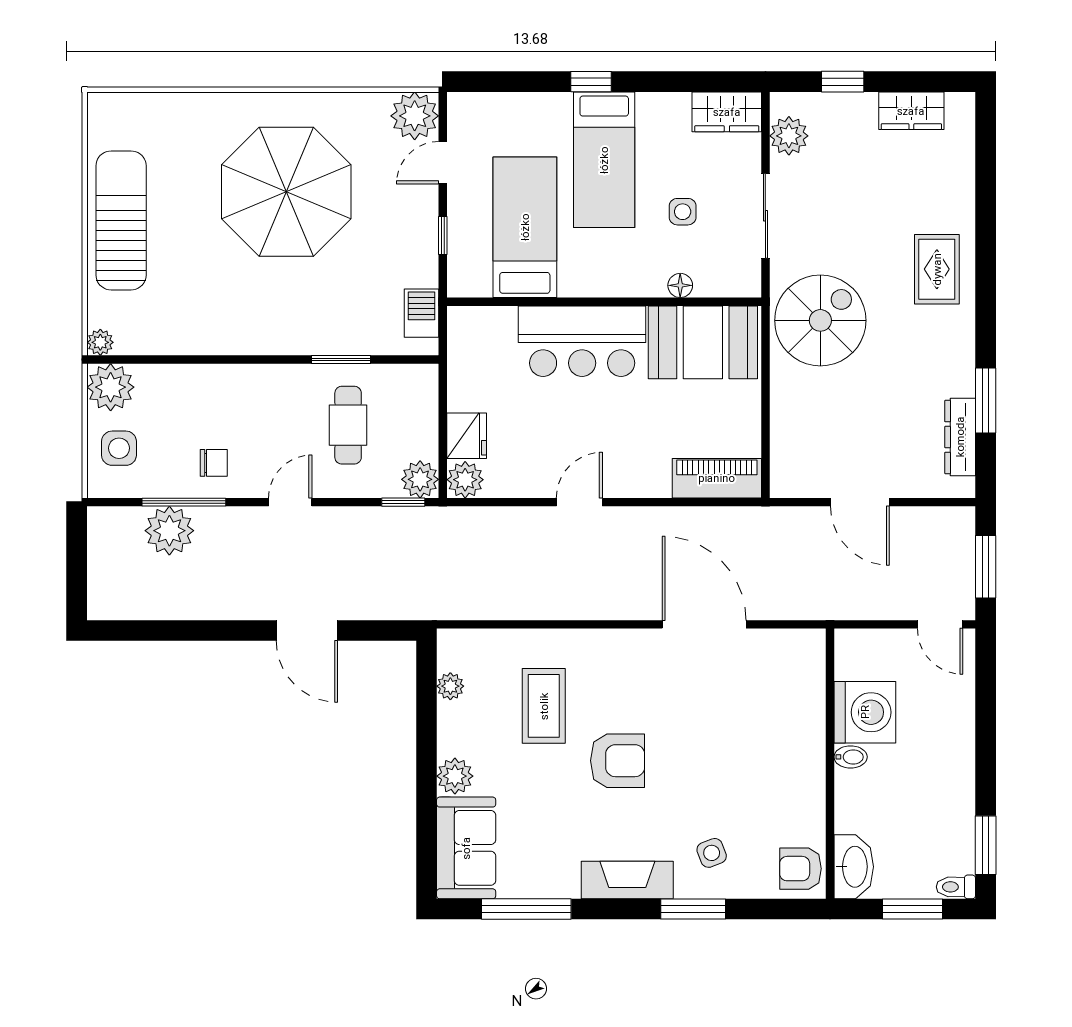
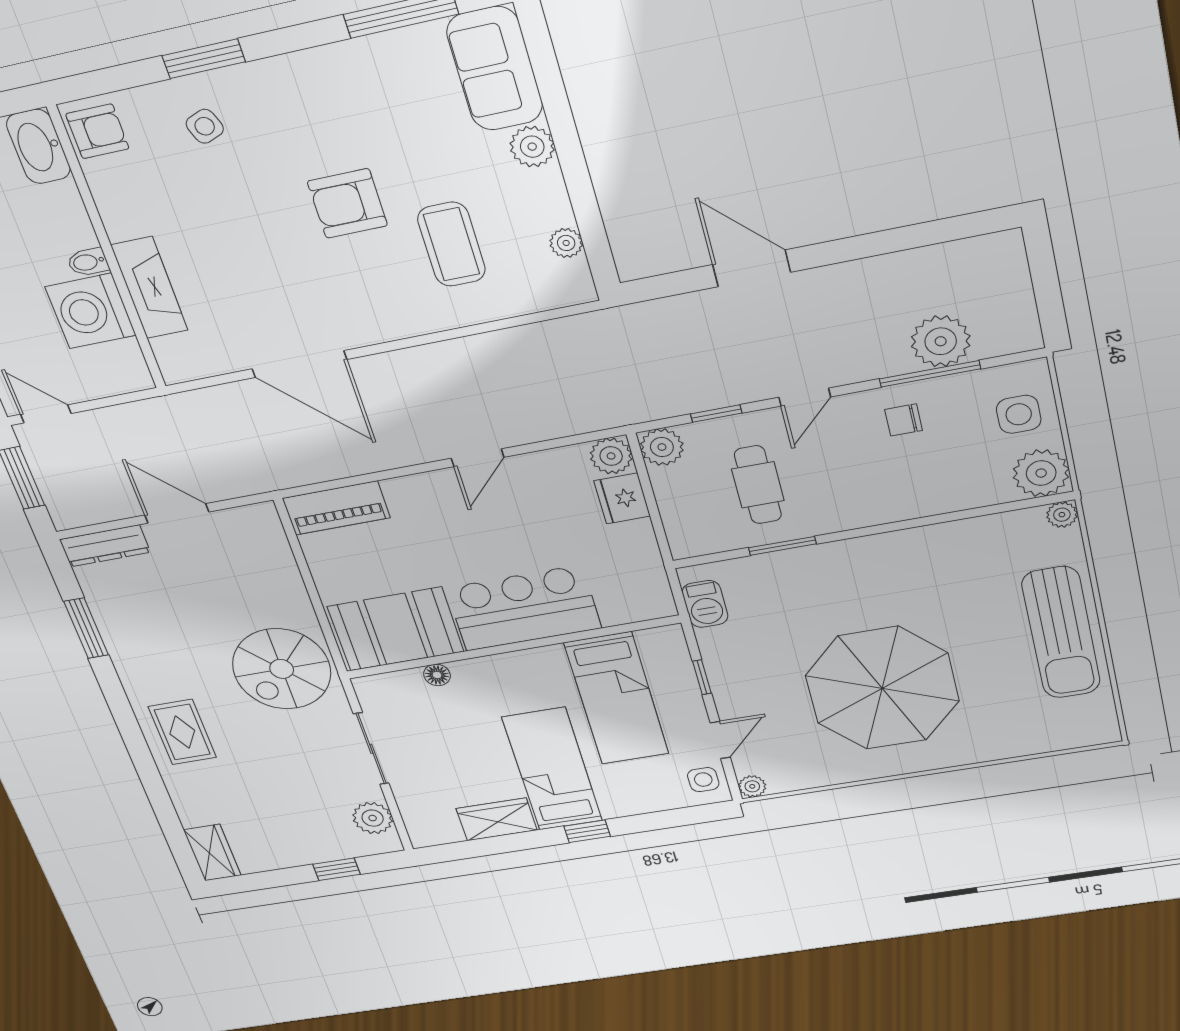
wardrobe: (911, 111) -> (212, 853), moved, turned 90
wardrobe: (727, 112) -> (497, 819), moved
plant: (415, 116) -> (752, 786), width x0.53, depth x0.53
side table: (683, 212) -> (703, 780), moved
dresser: (960, 437) -> (105, 546), moved, turned 90
window: (403, 502) -> (716, 413), moved
fireplace: (627, 880) -> (149, 288), moved, turned -90

